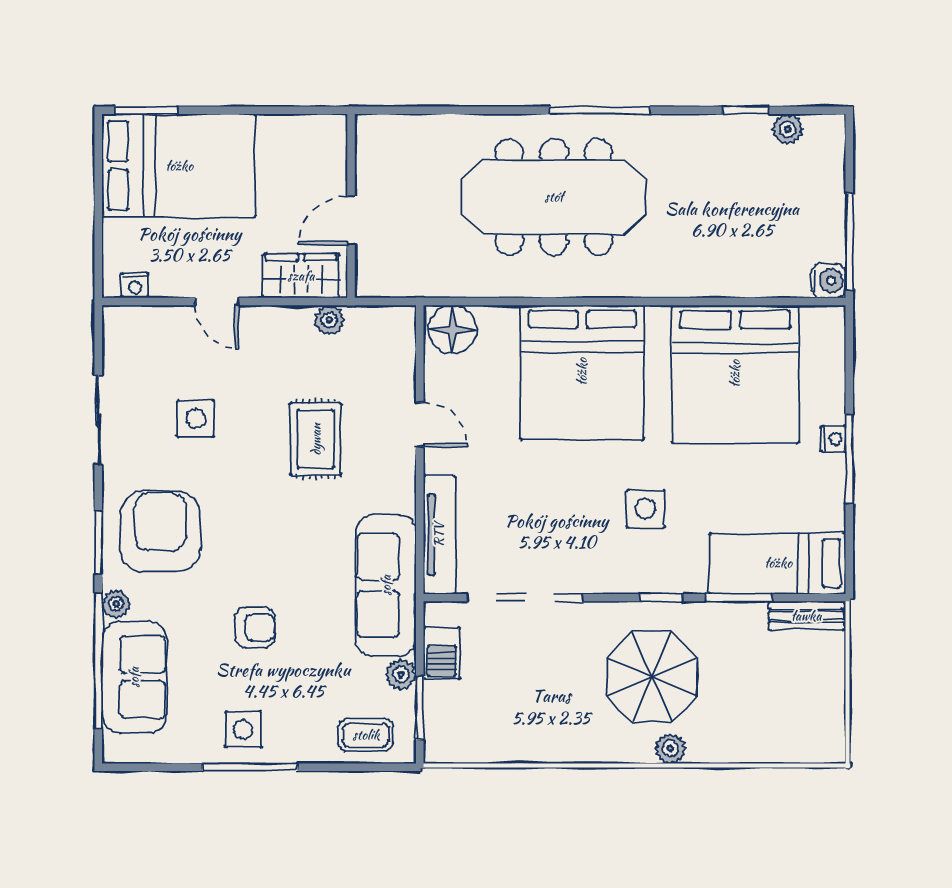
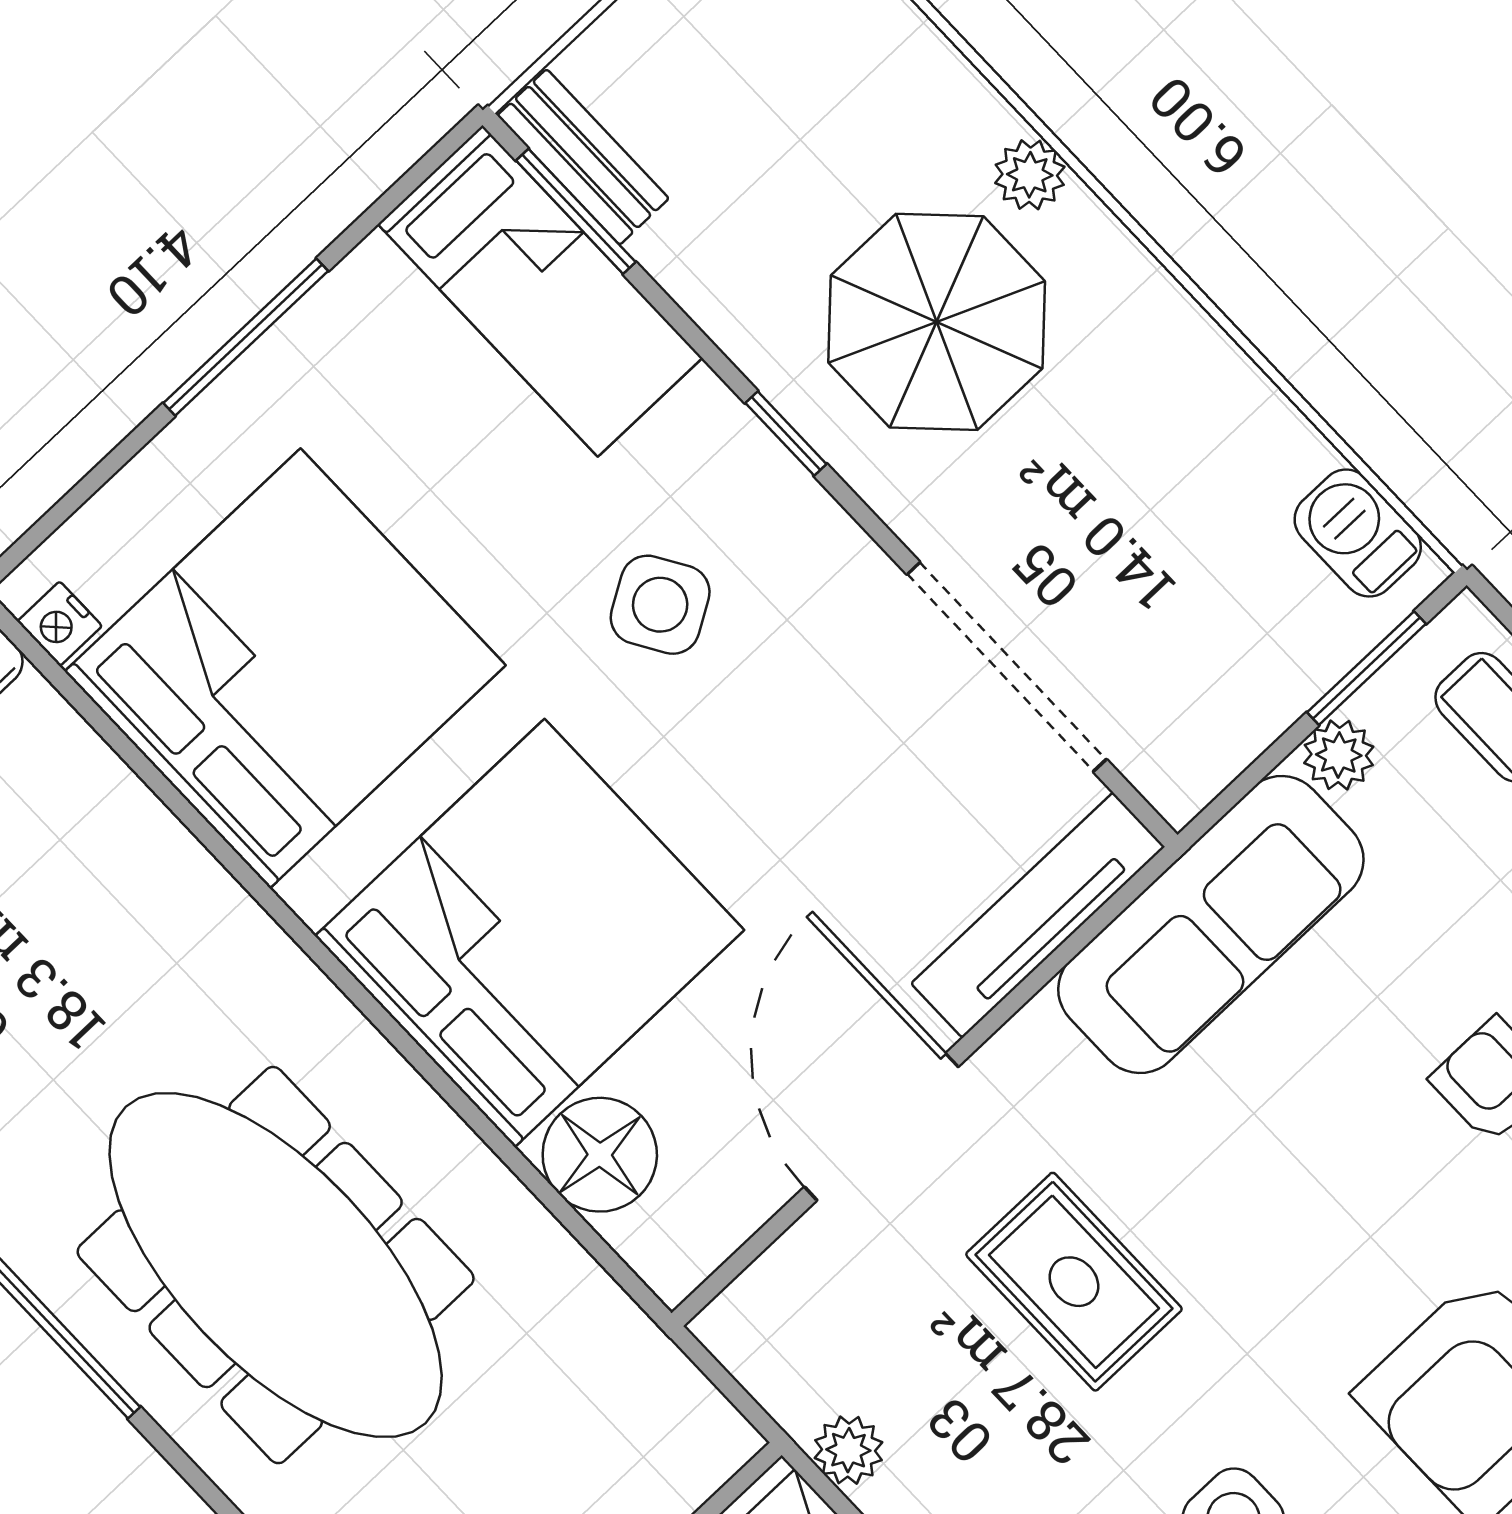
floor lamp: (453, 329) -> (600, 1155), moved
door: (420, 425) -> (881, 1127), width x1.88
rug: (316, 439) -> (1074, 1282), turned 90
nightstand: (833, 439) -> (60, 624), moved, turned -90
side table: (646, 509) -> (660, 605), turned -31
window: (739, 598) -> (576, 211), moved
barbecue: (442, 653) -> (1358, 533), moved, turned -90

